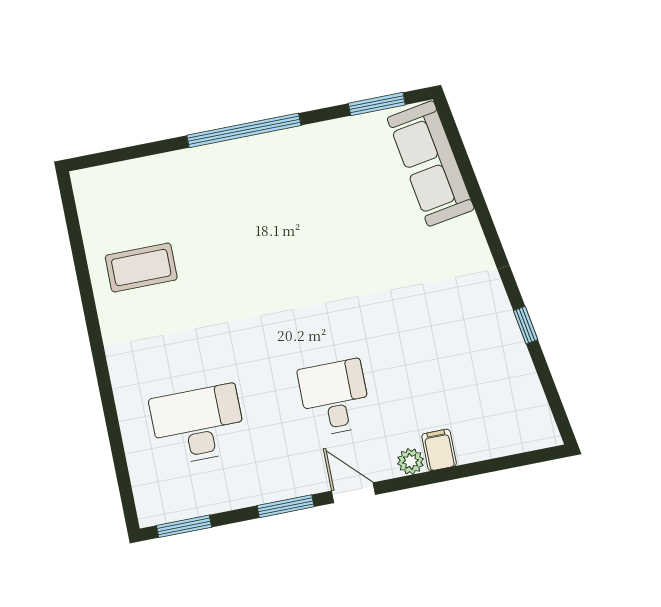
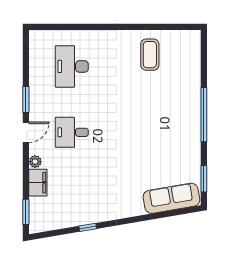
desk: (335, 398) -> (72, 132), turned 180
desk: (198, 425) -> (72, 66), turned 180
filing cabinet: (439, 450) -> (38, 183), width x2.00
window: (184, 526) -> (26, 212), moved

